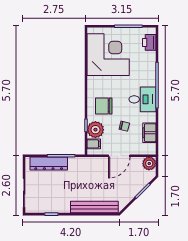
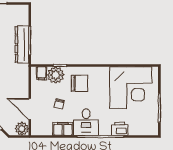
printer: (149, 42) -> (120, 129), moved
chair: (104, 106) -> (79, 83), turned 90
filing cabinet: (149, 133) -> (63, 129), moved
door: (119, 156) -> (30, 109), moved
dresser: (49, 163) -> (22, 44), moved

